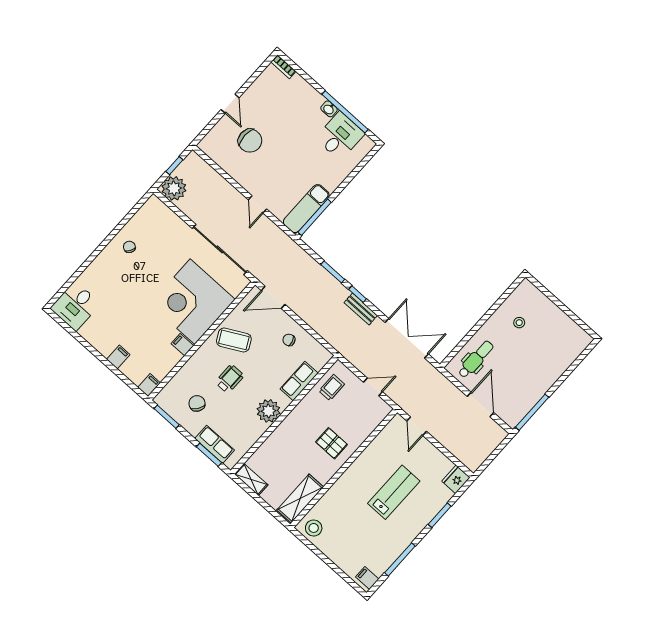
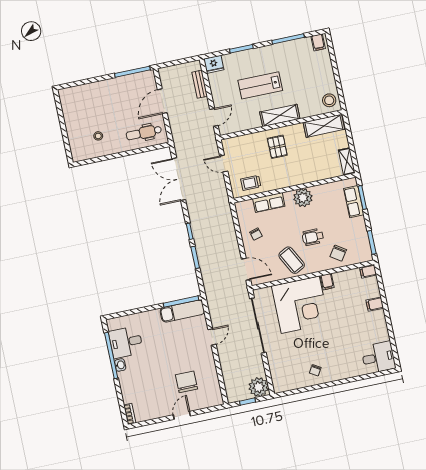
bench: (361, 309) -> (200, 84), moved
chair: (197, 403) -> (338, 253), moved
shelving: (352, 477) -> (280, 115), added

